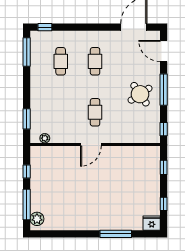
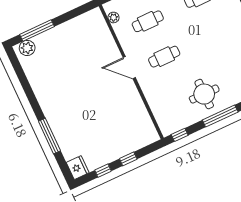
cafe table: (95, 61) -> (148, 21), moved
round table: (140, 94) -> (204, 94), turned 34
window: (164, 167) -> (128, 159), moved
window: (27, 172) -> (71, 15), removed

